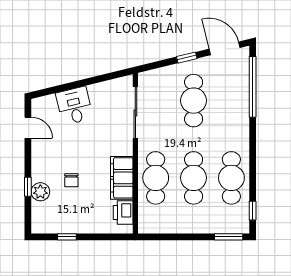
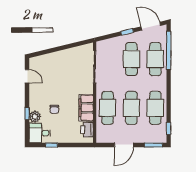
cafe table: (231, 101) -> (155, 59), added
desk: (74, 106) -> (40, 133), moved, turned -76
door: (181, 237) -> (124, 145), added

